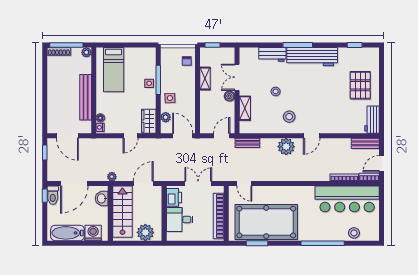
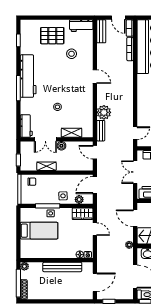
workbench: (272, 54) -> (26, 126), moved
bed: (114, 70) -> (39, 231), moved
stool: (289, 117) -> (72, 54), moved
plant: (286, 147) -> (104, 112), moved

